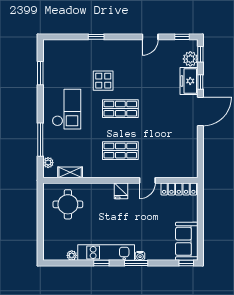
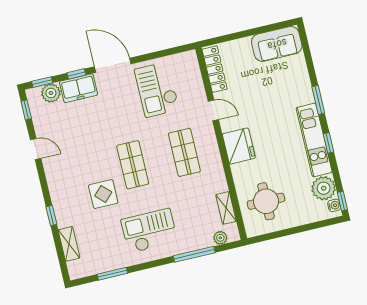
shelving: (71, 45) -> (69, 244), added
checkout: (174, 141) -> (157, 90), added
fridge: (121, 191) -> (239, 146), width x1.88, depth x1.34
plant: (72, 255) -> (324, 188), width x1.88, depth x1.88
water cooler: (140, 256) -> (334, 205), moved
window: (186, 263) -> (342, 201), moved

